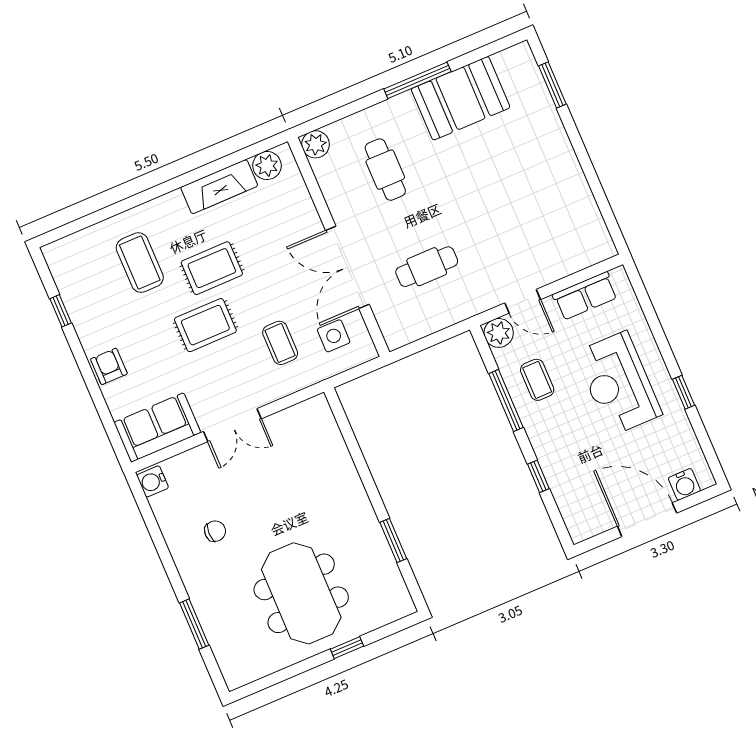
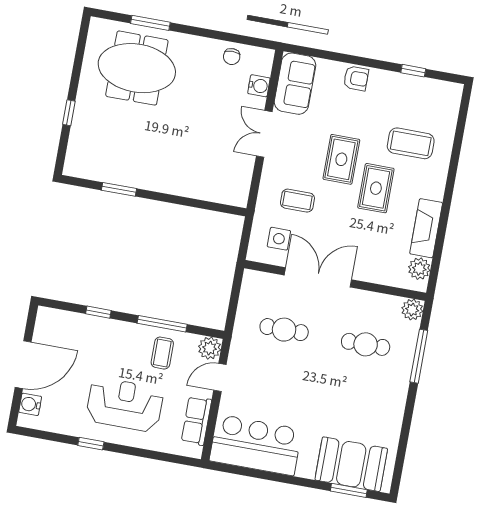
window: (417, 80) -> (419, 356), moved
booth: (461, 98) -> (351, 464), moved, turned 90
bar counter: (569, 216) -> (256, 445), added
cafe table: (427, 267) -> (284, 330), turned 90
coffee table: (537, 380) -> (162, 353), turned 90
water cooler: (153, 481) -> (259, 86), moved, turned 90
chair: (215, 531) -> (232, 57), moved
meeting table: (301, 593) -> (137, 68), moved

